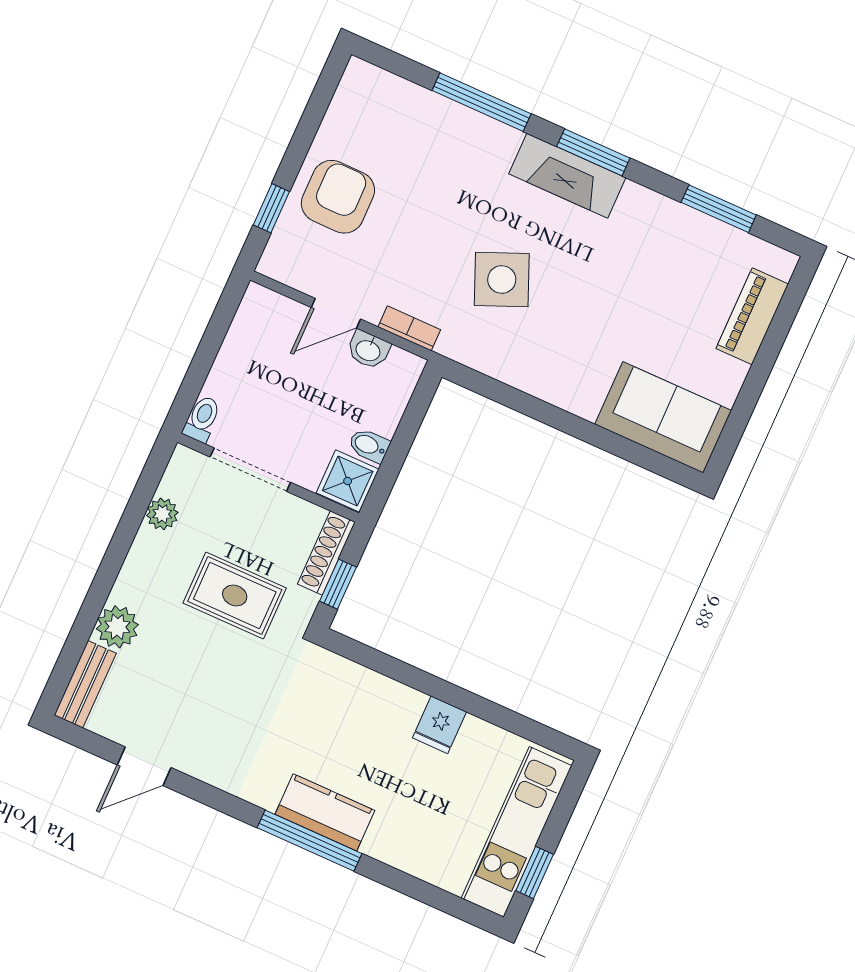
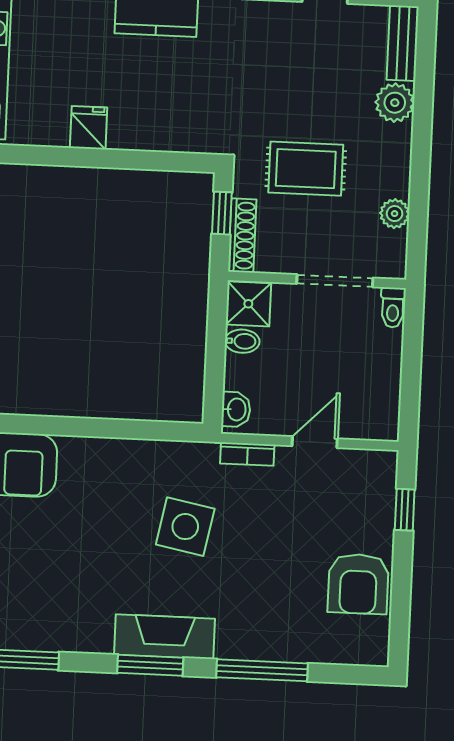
armchair: (338, 197) -> (358, 584), moved
side table: (502, 280) -> (185, 527), turned 34
washbasin: (368, 350) -> (236, 409), moved, turned 90

